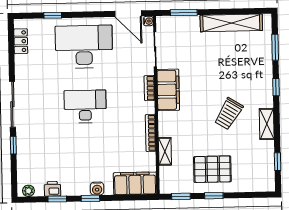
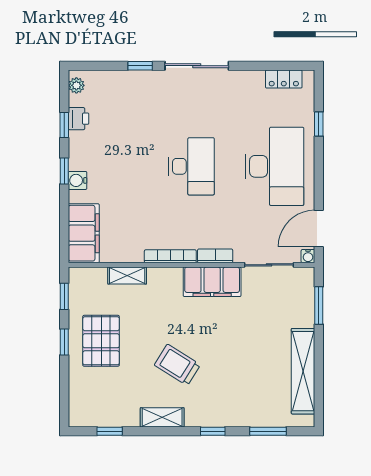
bookcase: (151, 133) -> (170, 256), moved

